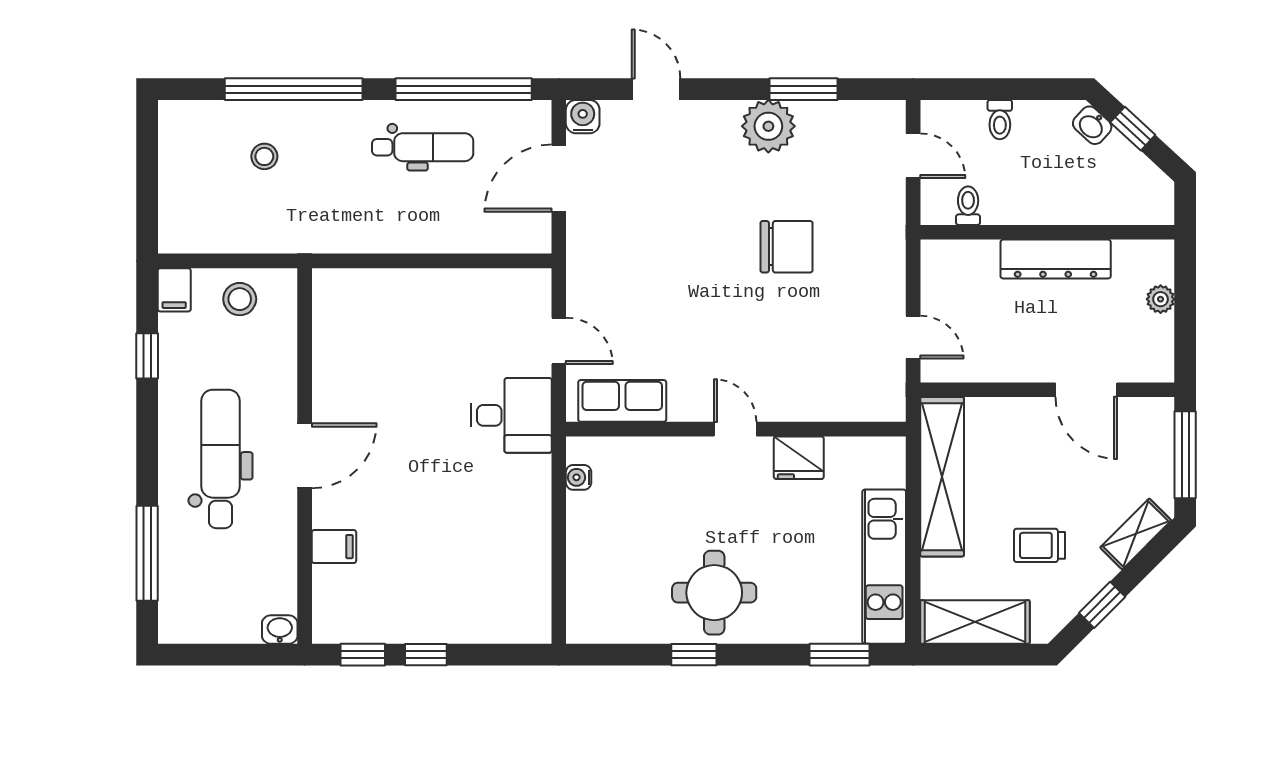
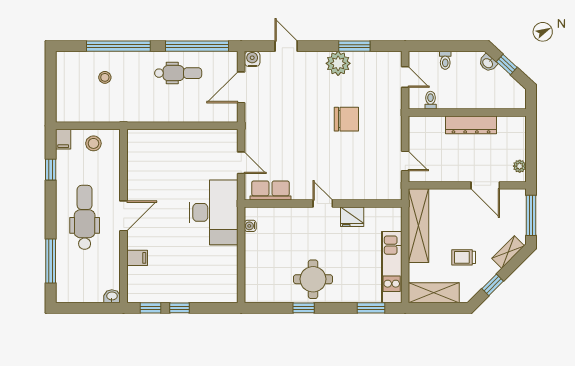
plant: (1161, 299) -> (520, 166), moved
desk: (511, 415) -> (213, 212), width x1.87, depth x1.30

